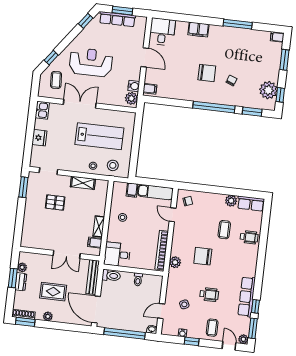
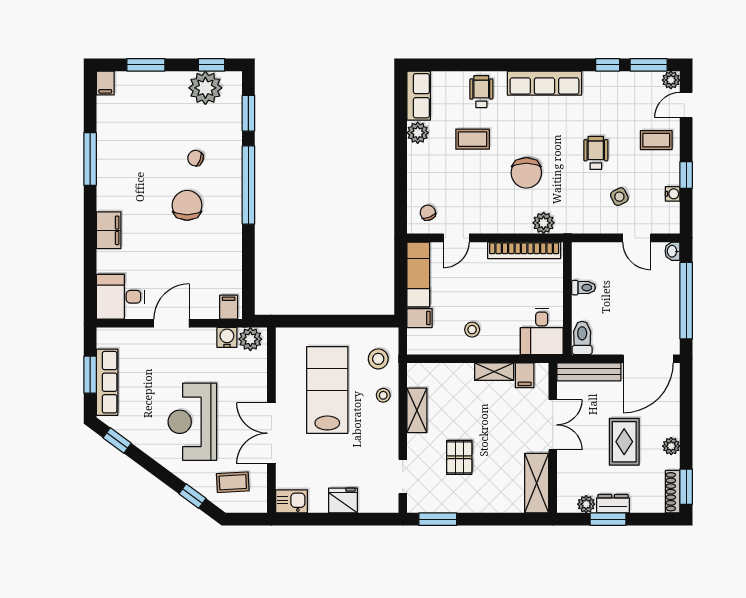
shelving: (37, 242) -> (537, 483), added
row of seats: (247, 297) -> (544, 83), moved

